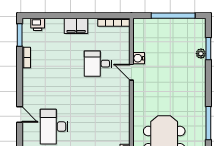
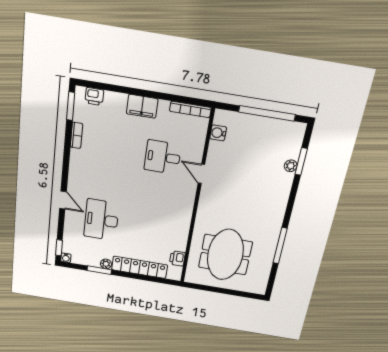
water cooler: (139, 58) -> (218, 133), moved

